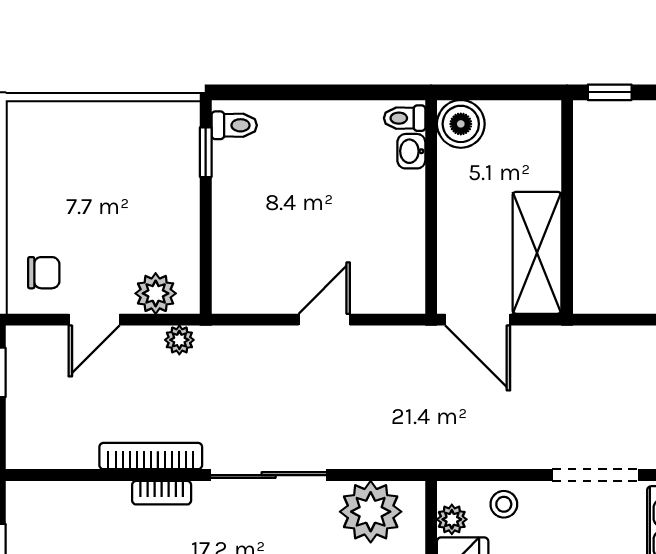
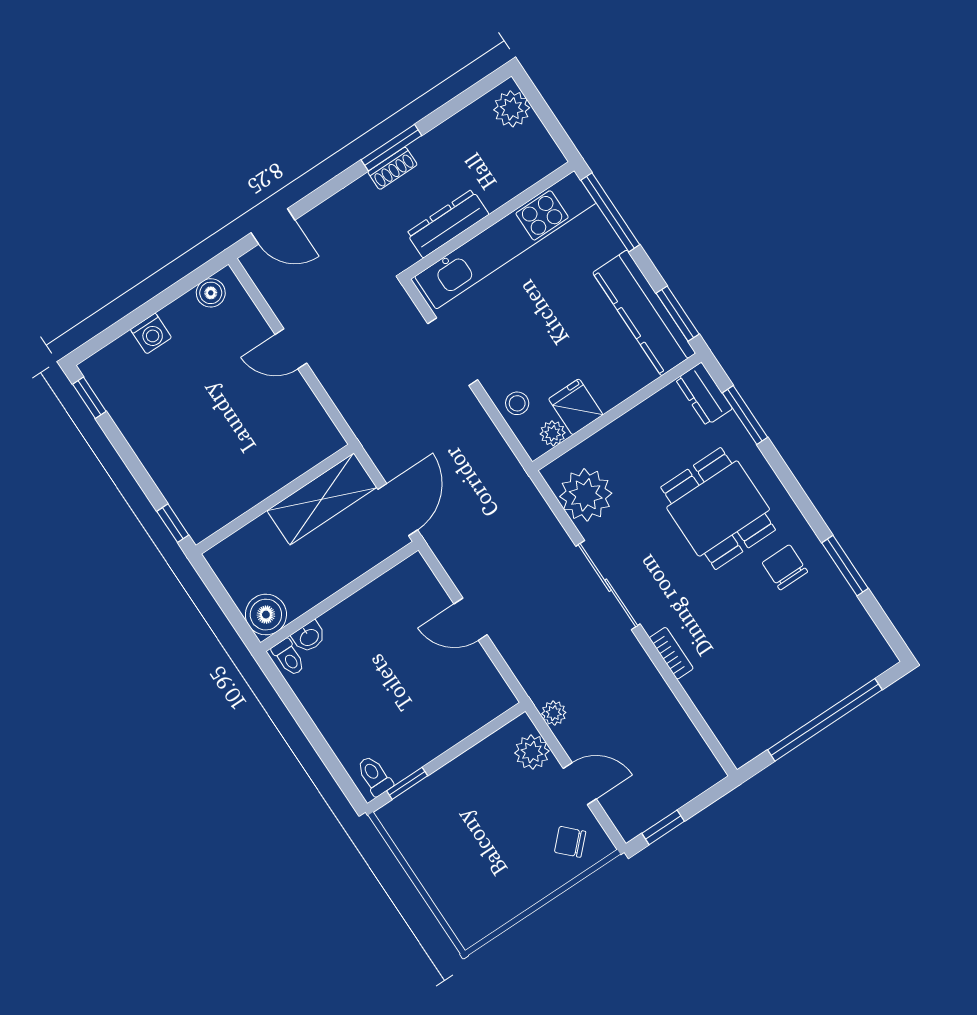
chair: (44, 273) -> (570, 842), turned -45
bookcase: (151, 456) -> (650, 678), removed

